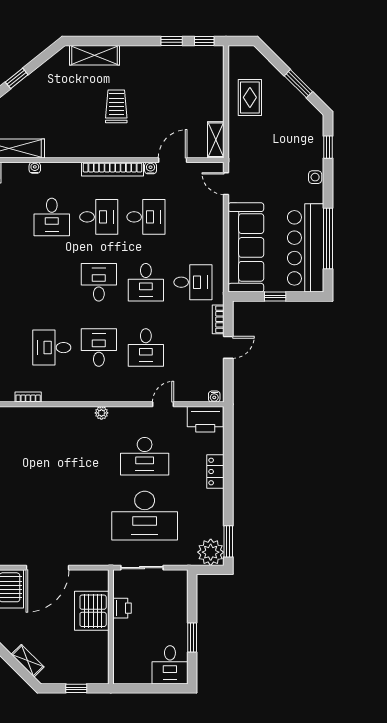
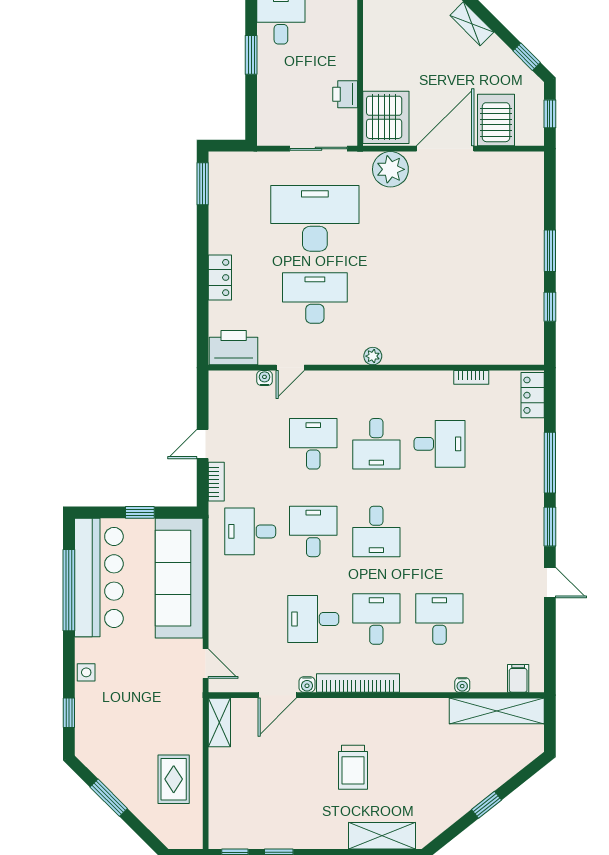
desk: (99, 217) -> (376, 619), turned 90
water cooler: (214, 397) -> (264, 378), moved
plant: (211, 552) -> (390, 169), moved
server rack: (92, 611) -> (386, 117), moved

